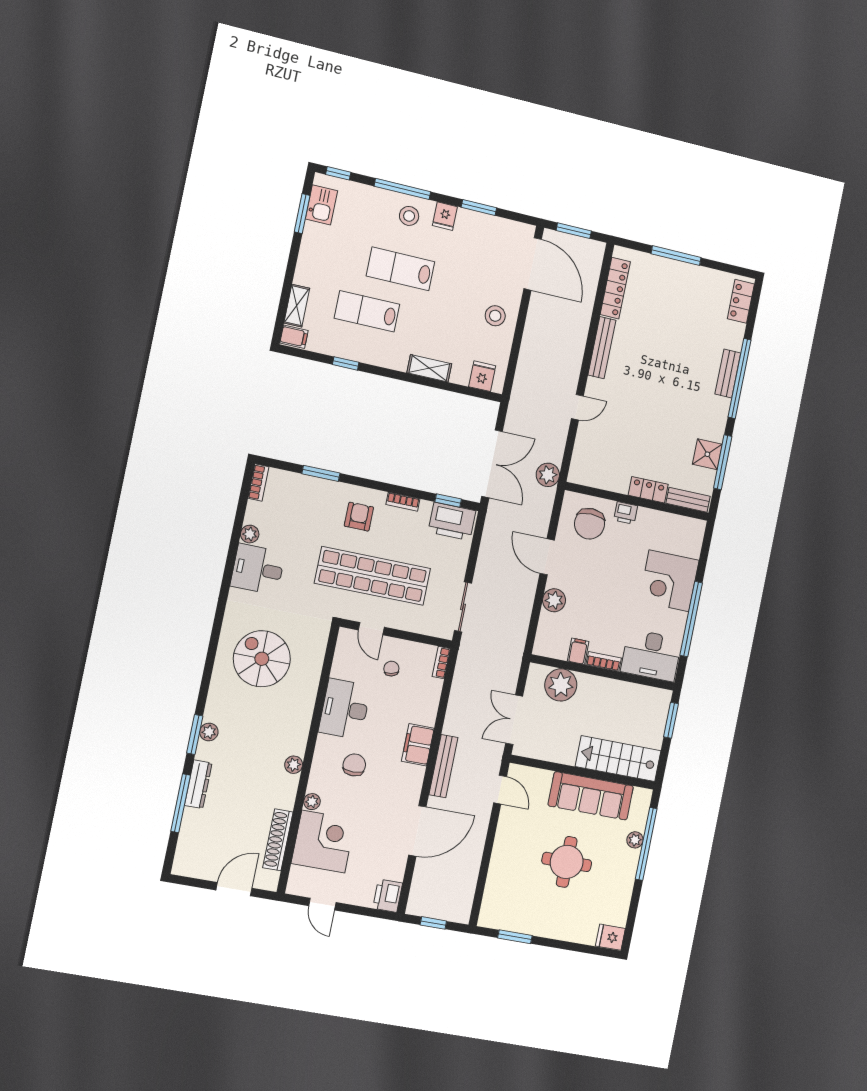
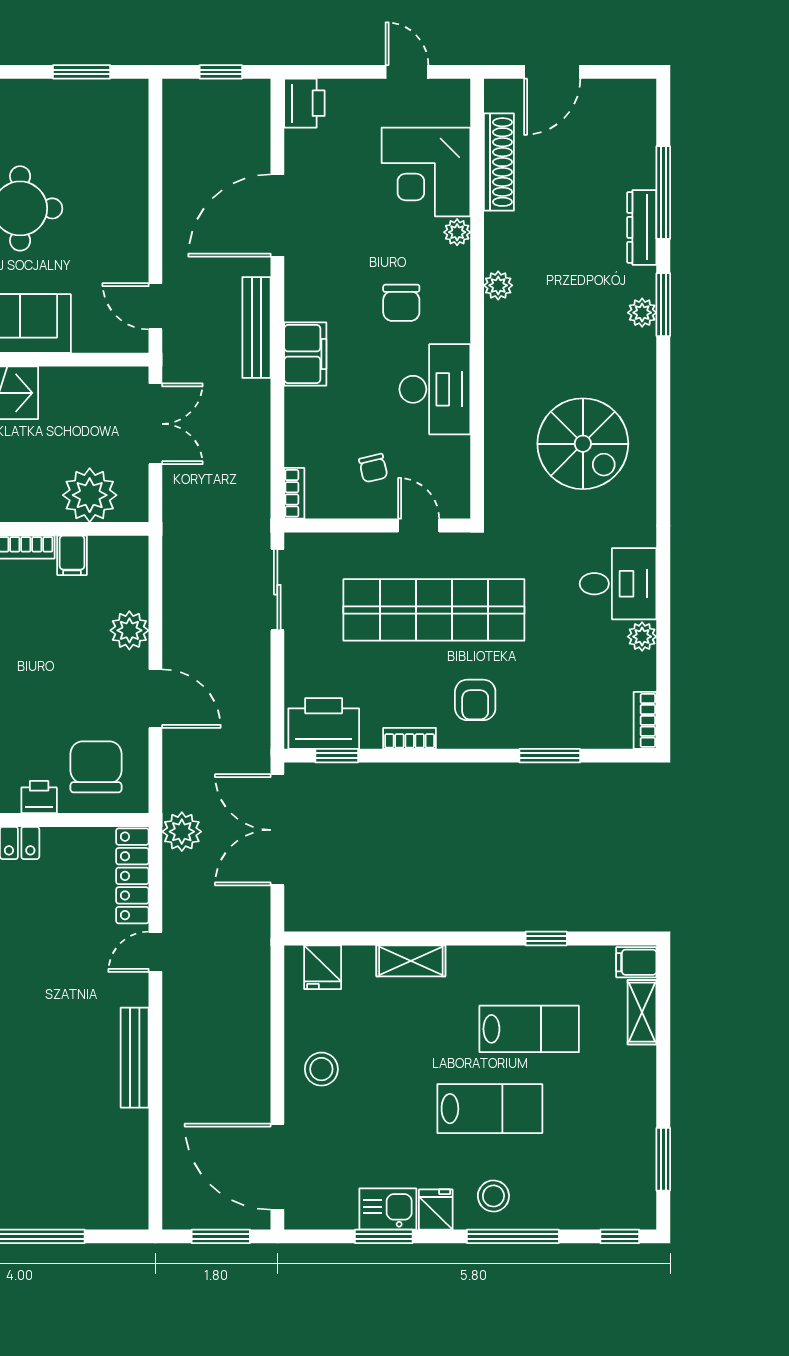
kitchen sink: (321, 205) -> (388, 1209), moved, turned 90
locker: (615, 288) -> (132, 876), moved

